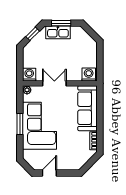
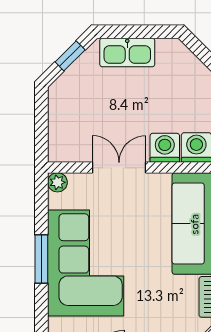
window: (61, 23) -> (134, 32), removed
washing machine: (29, 75) -> (165, 148), moved

